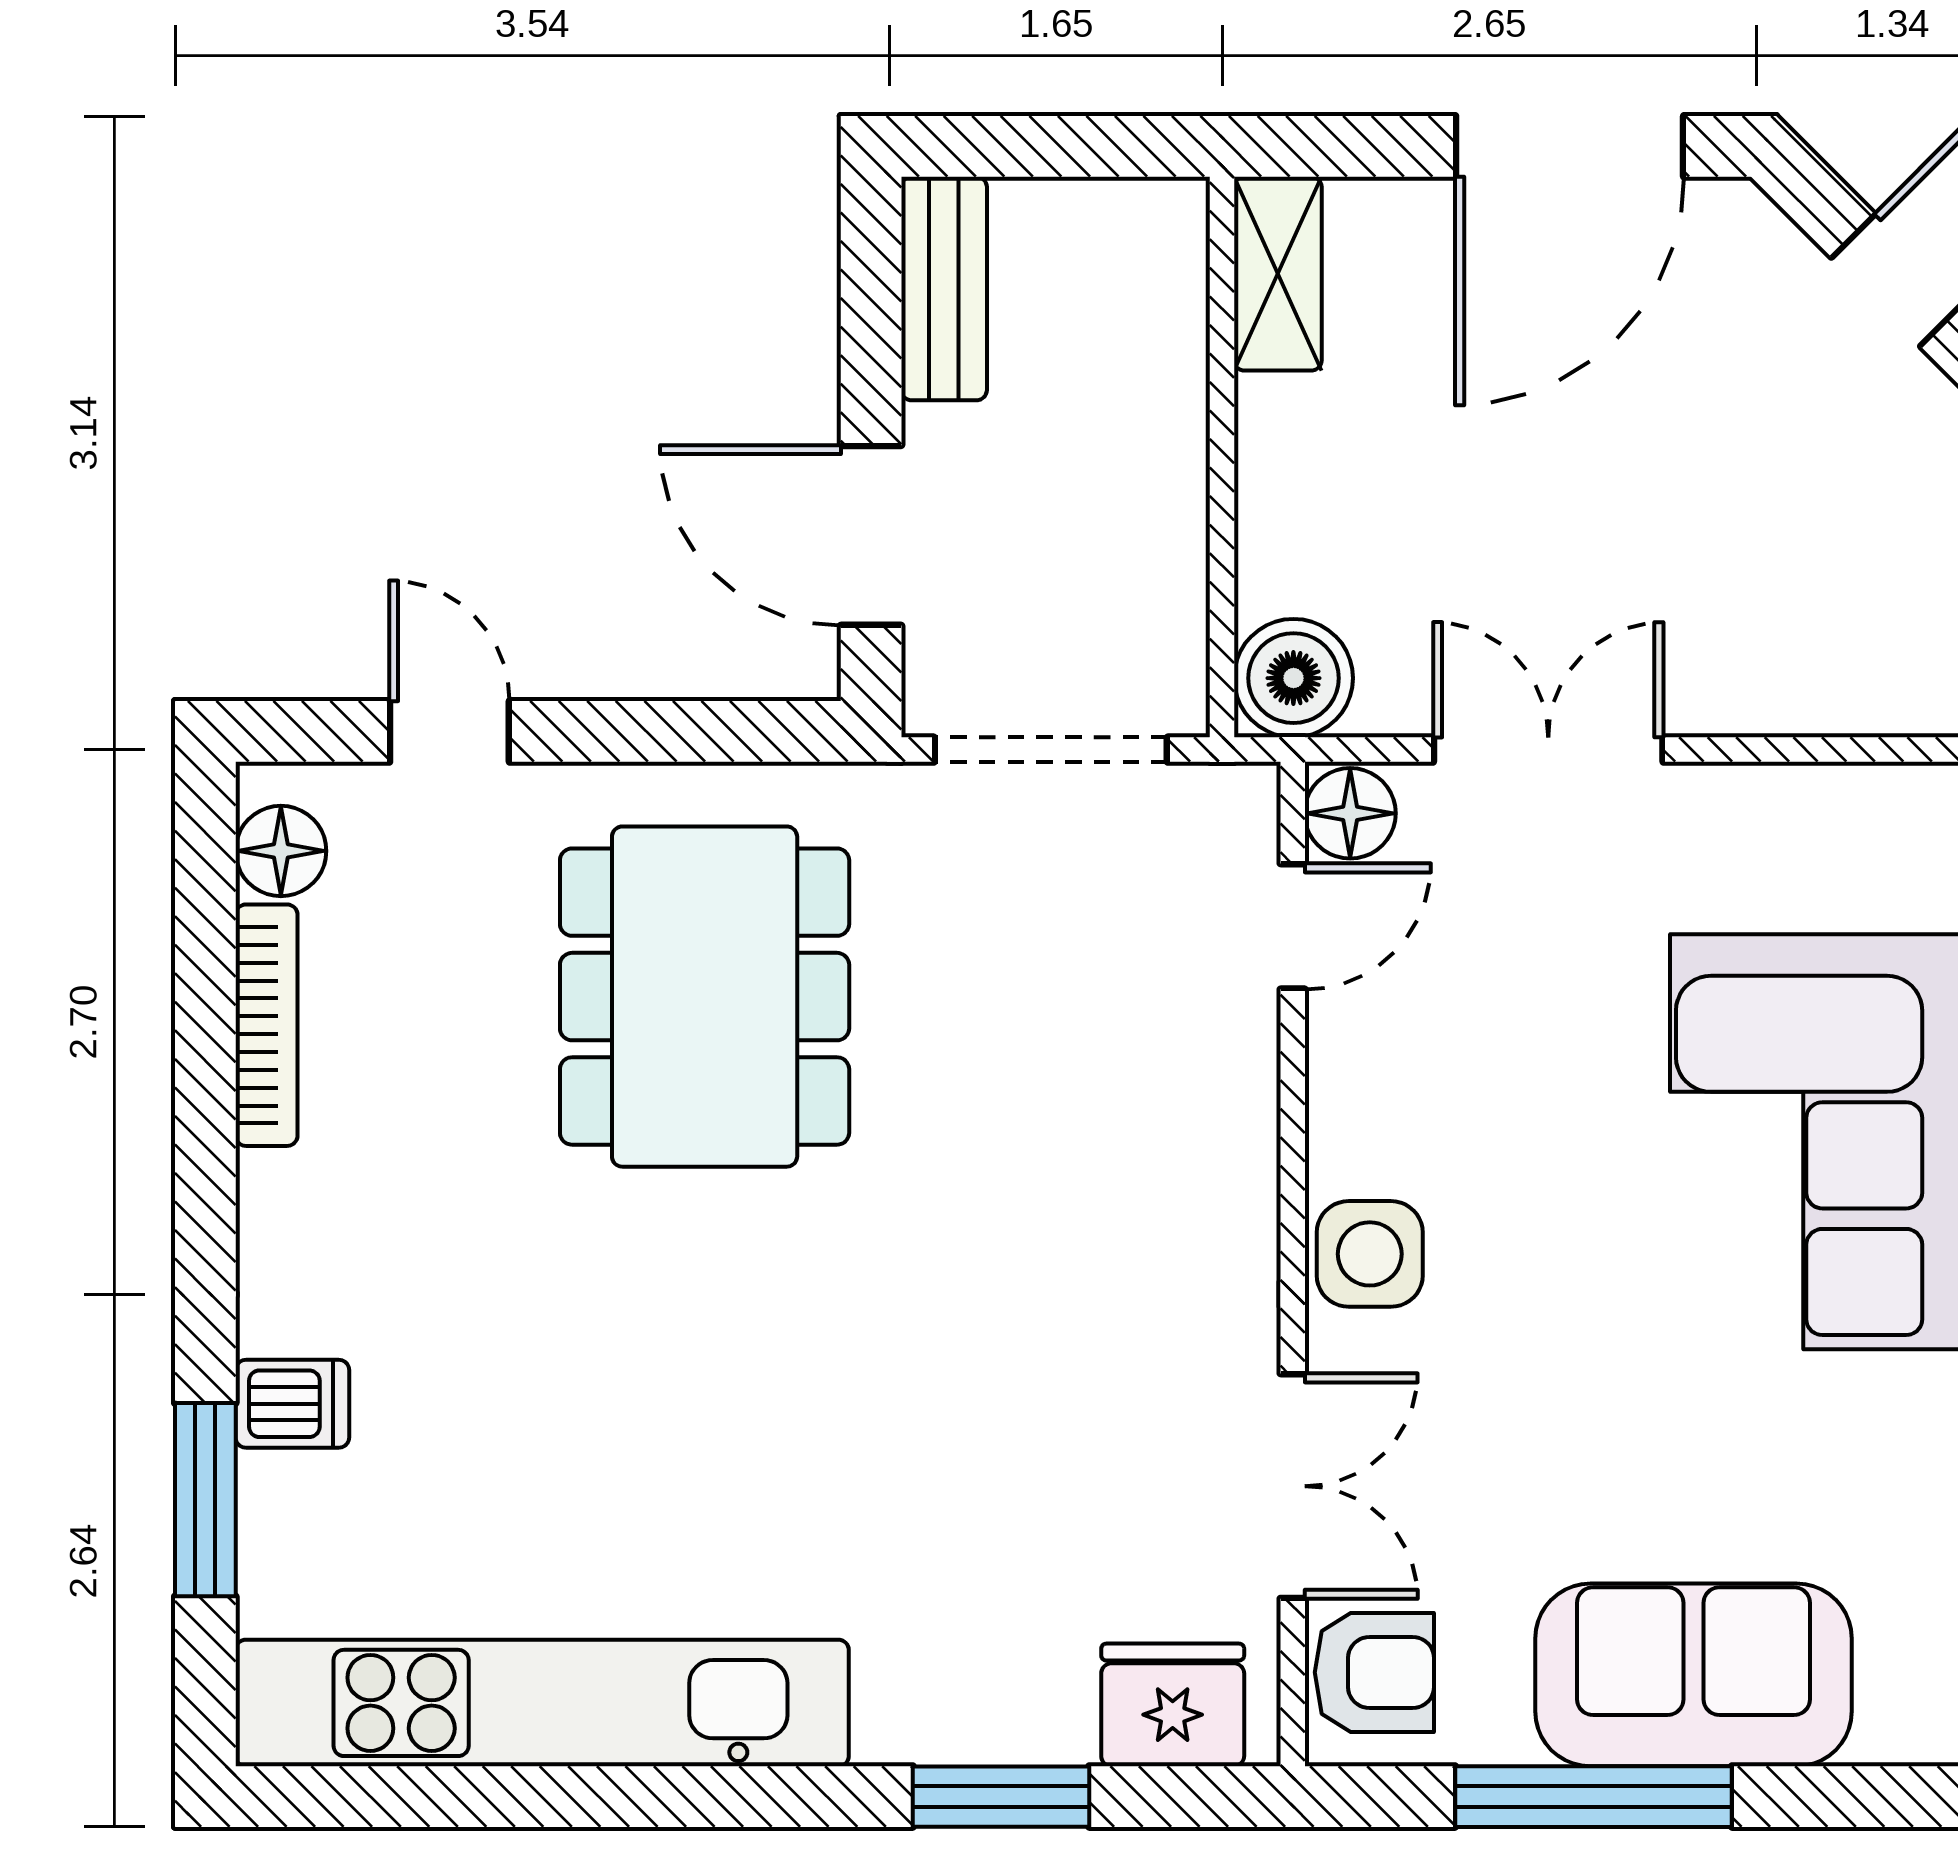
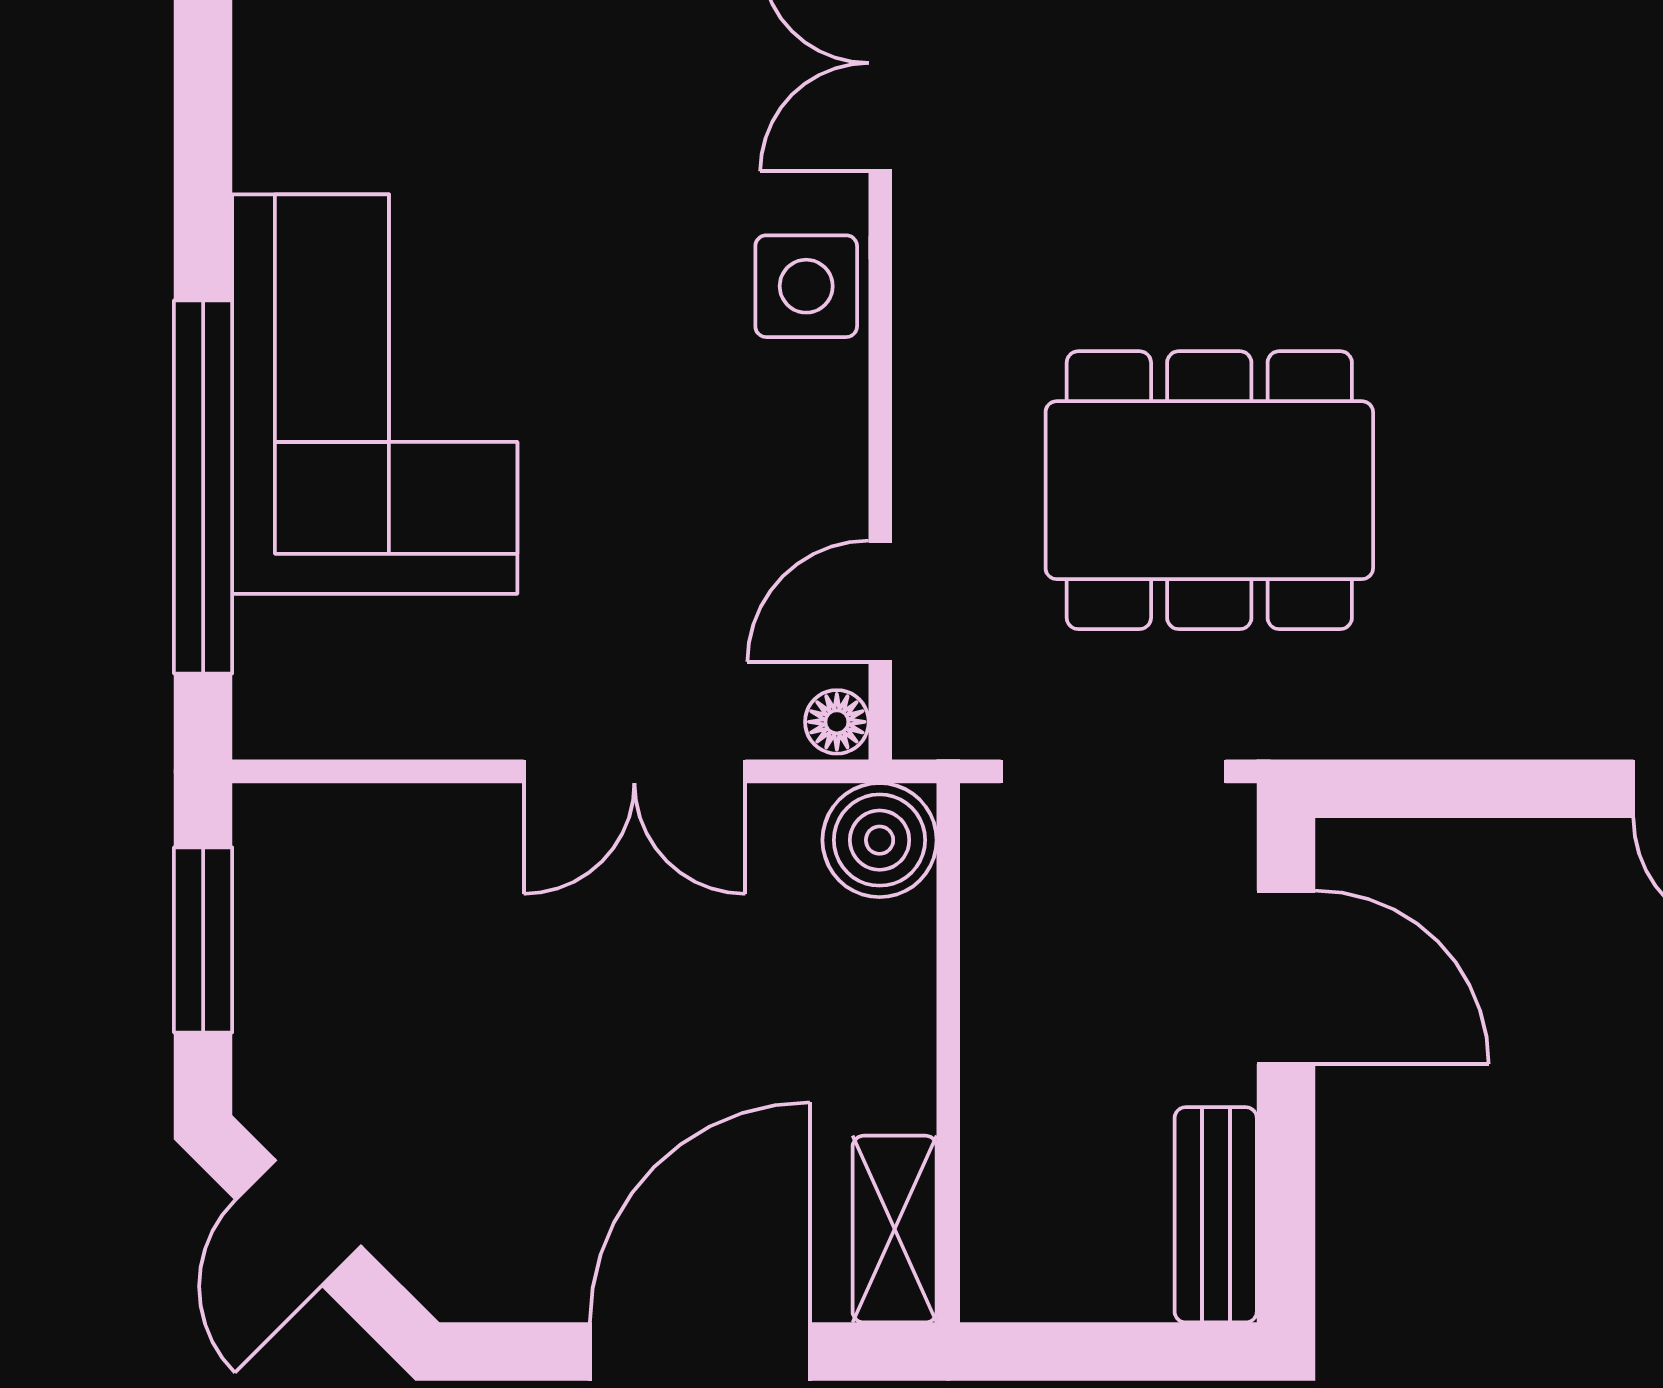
door: (1570, 146) -> (700, 1352), moved
floor lamp: (1350, 813) -> (837, 722), width x0.73, depth x0.73
dining table: (705, 997) -> (1209, 490), moved, turned 90

